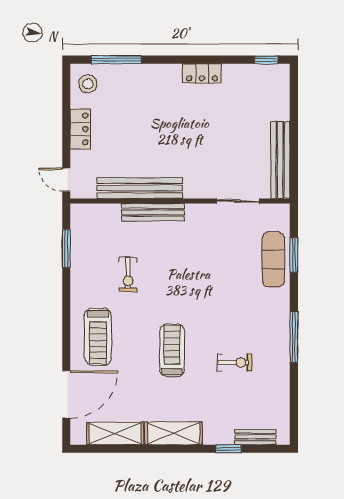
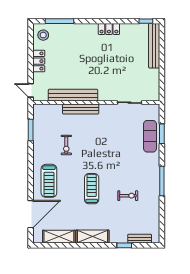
bench: (280, 160) -> (154, 46), moved

